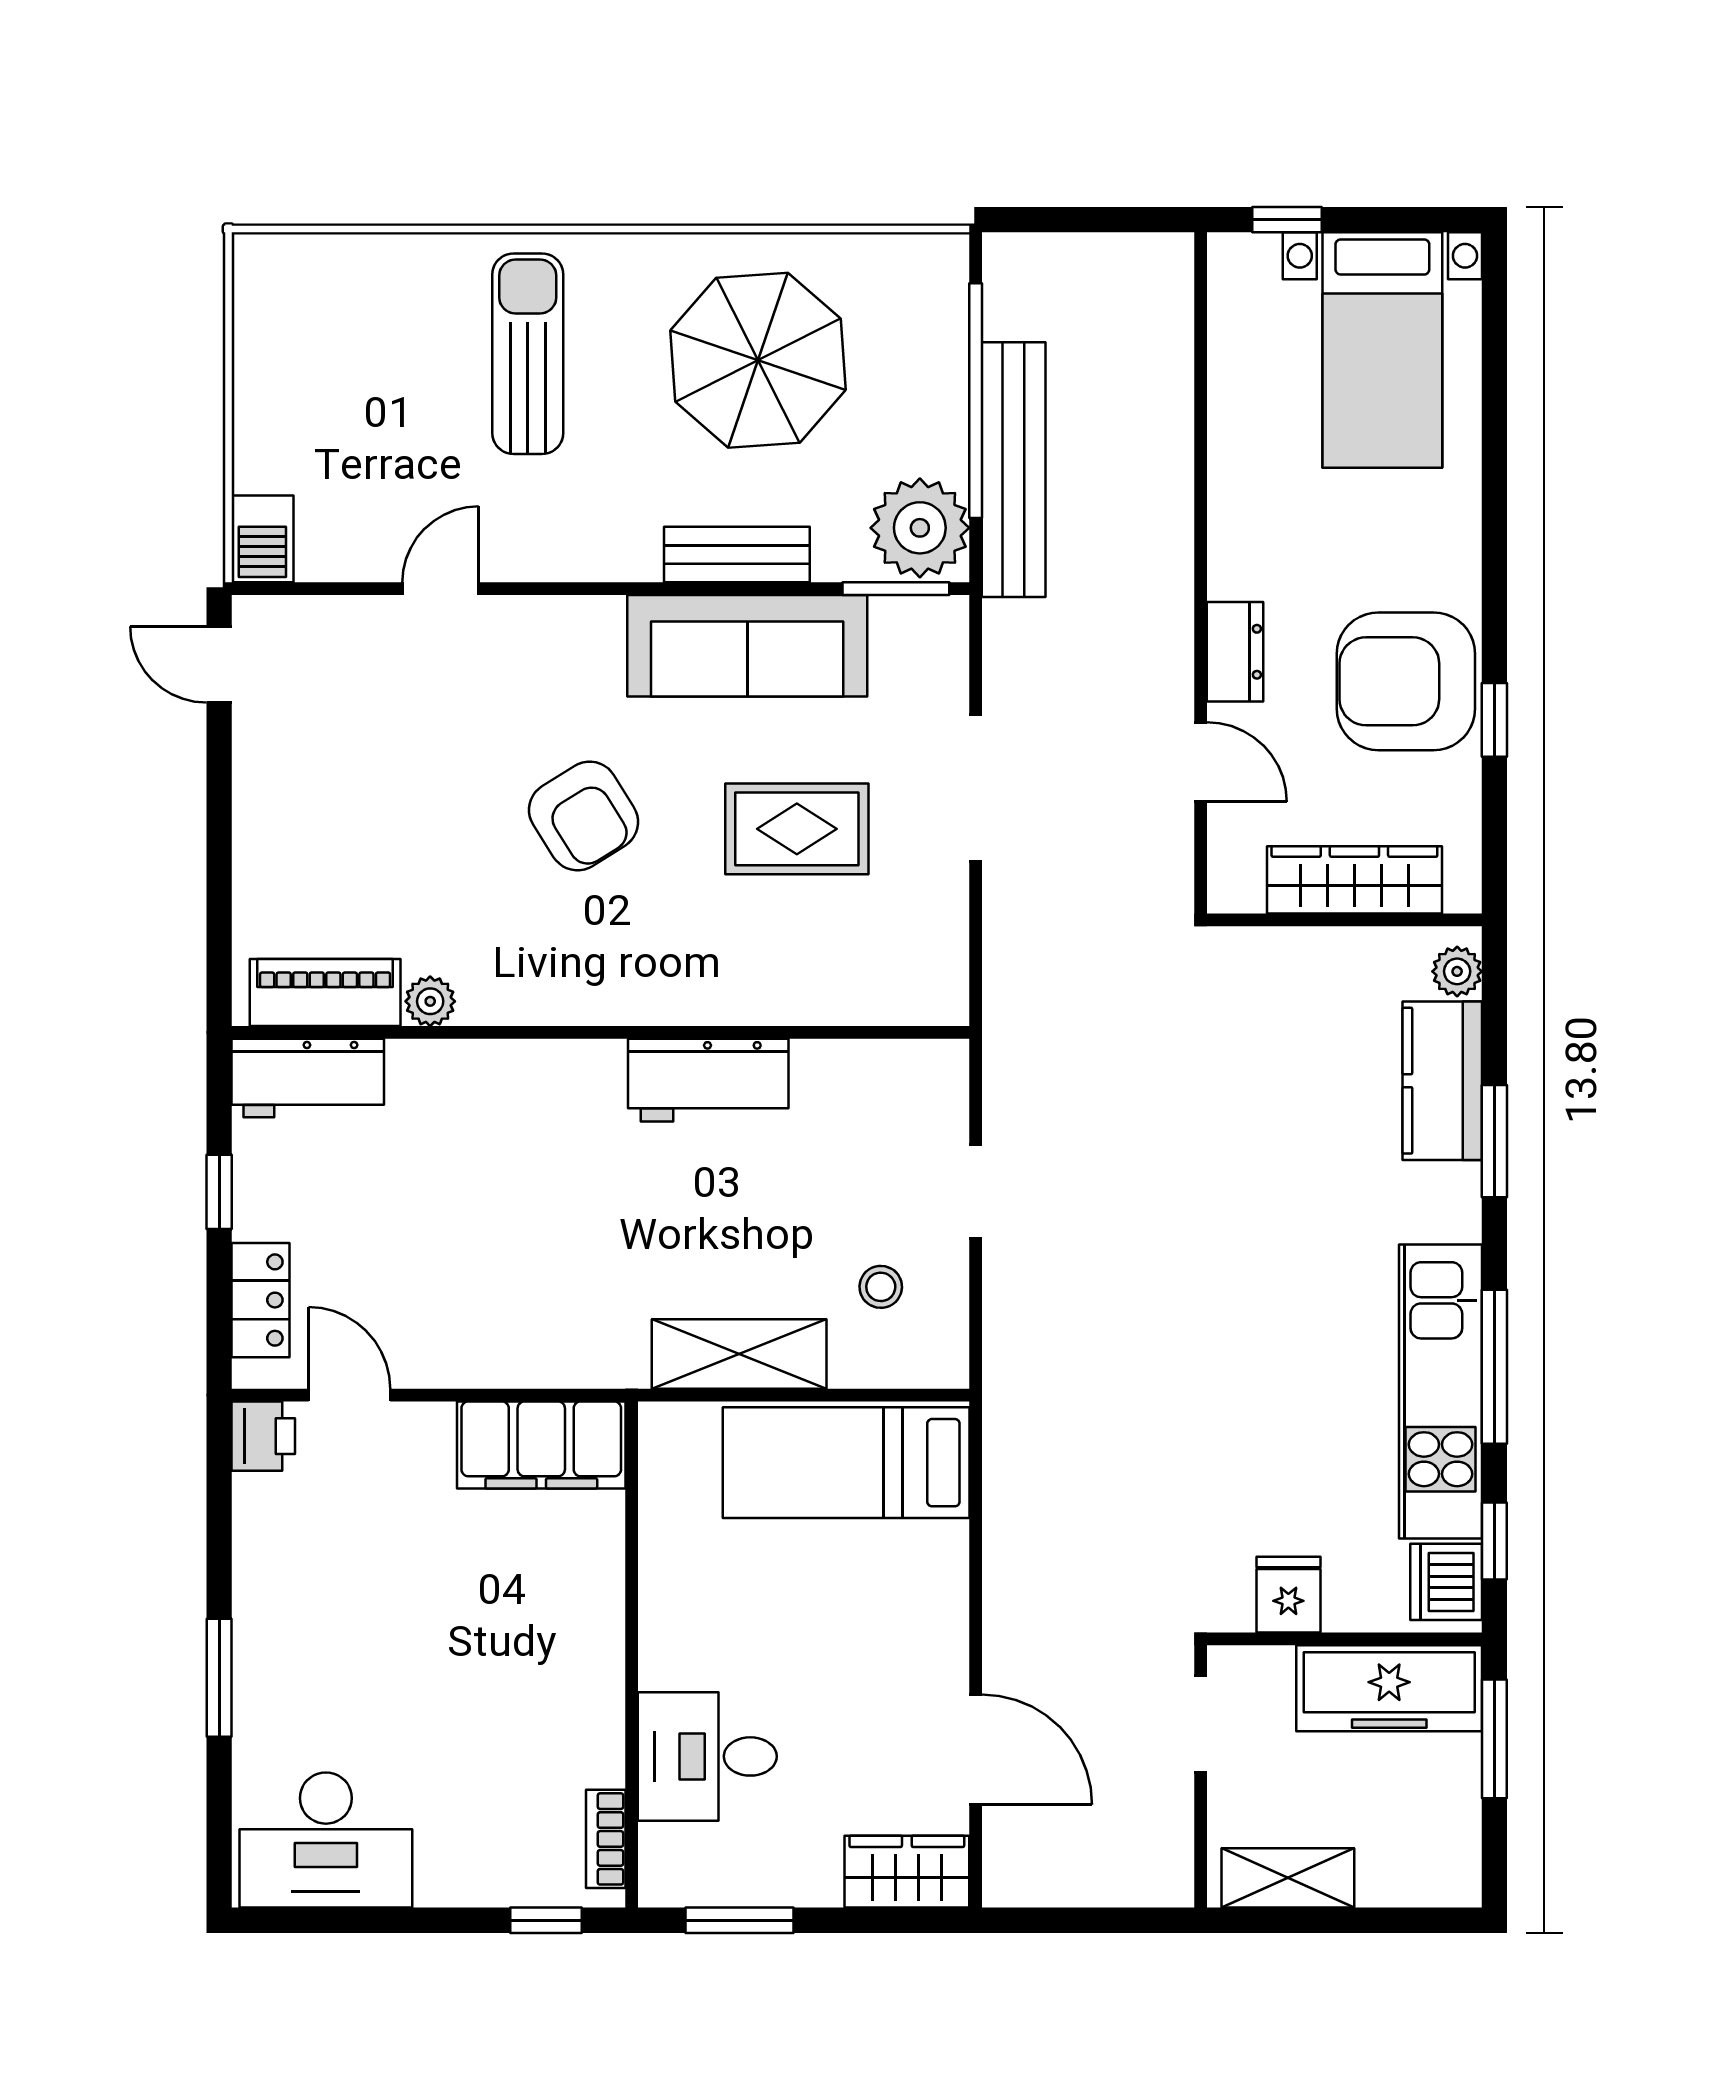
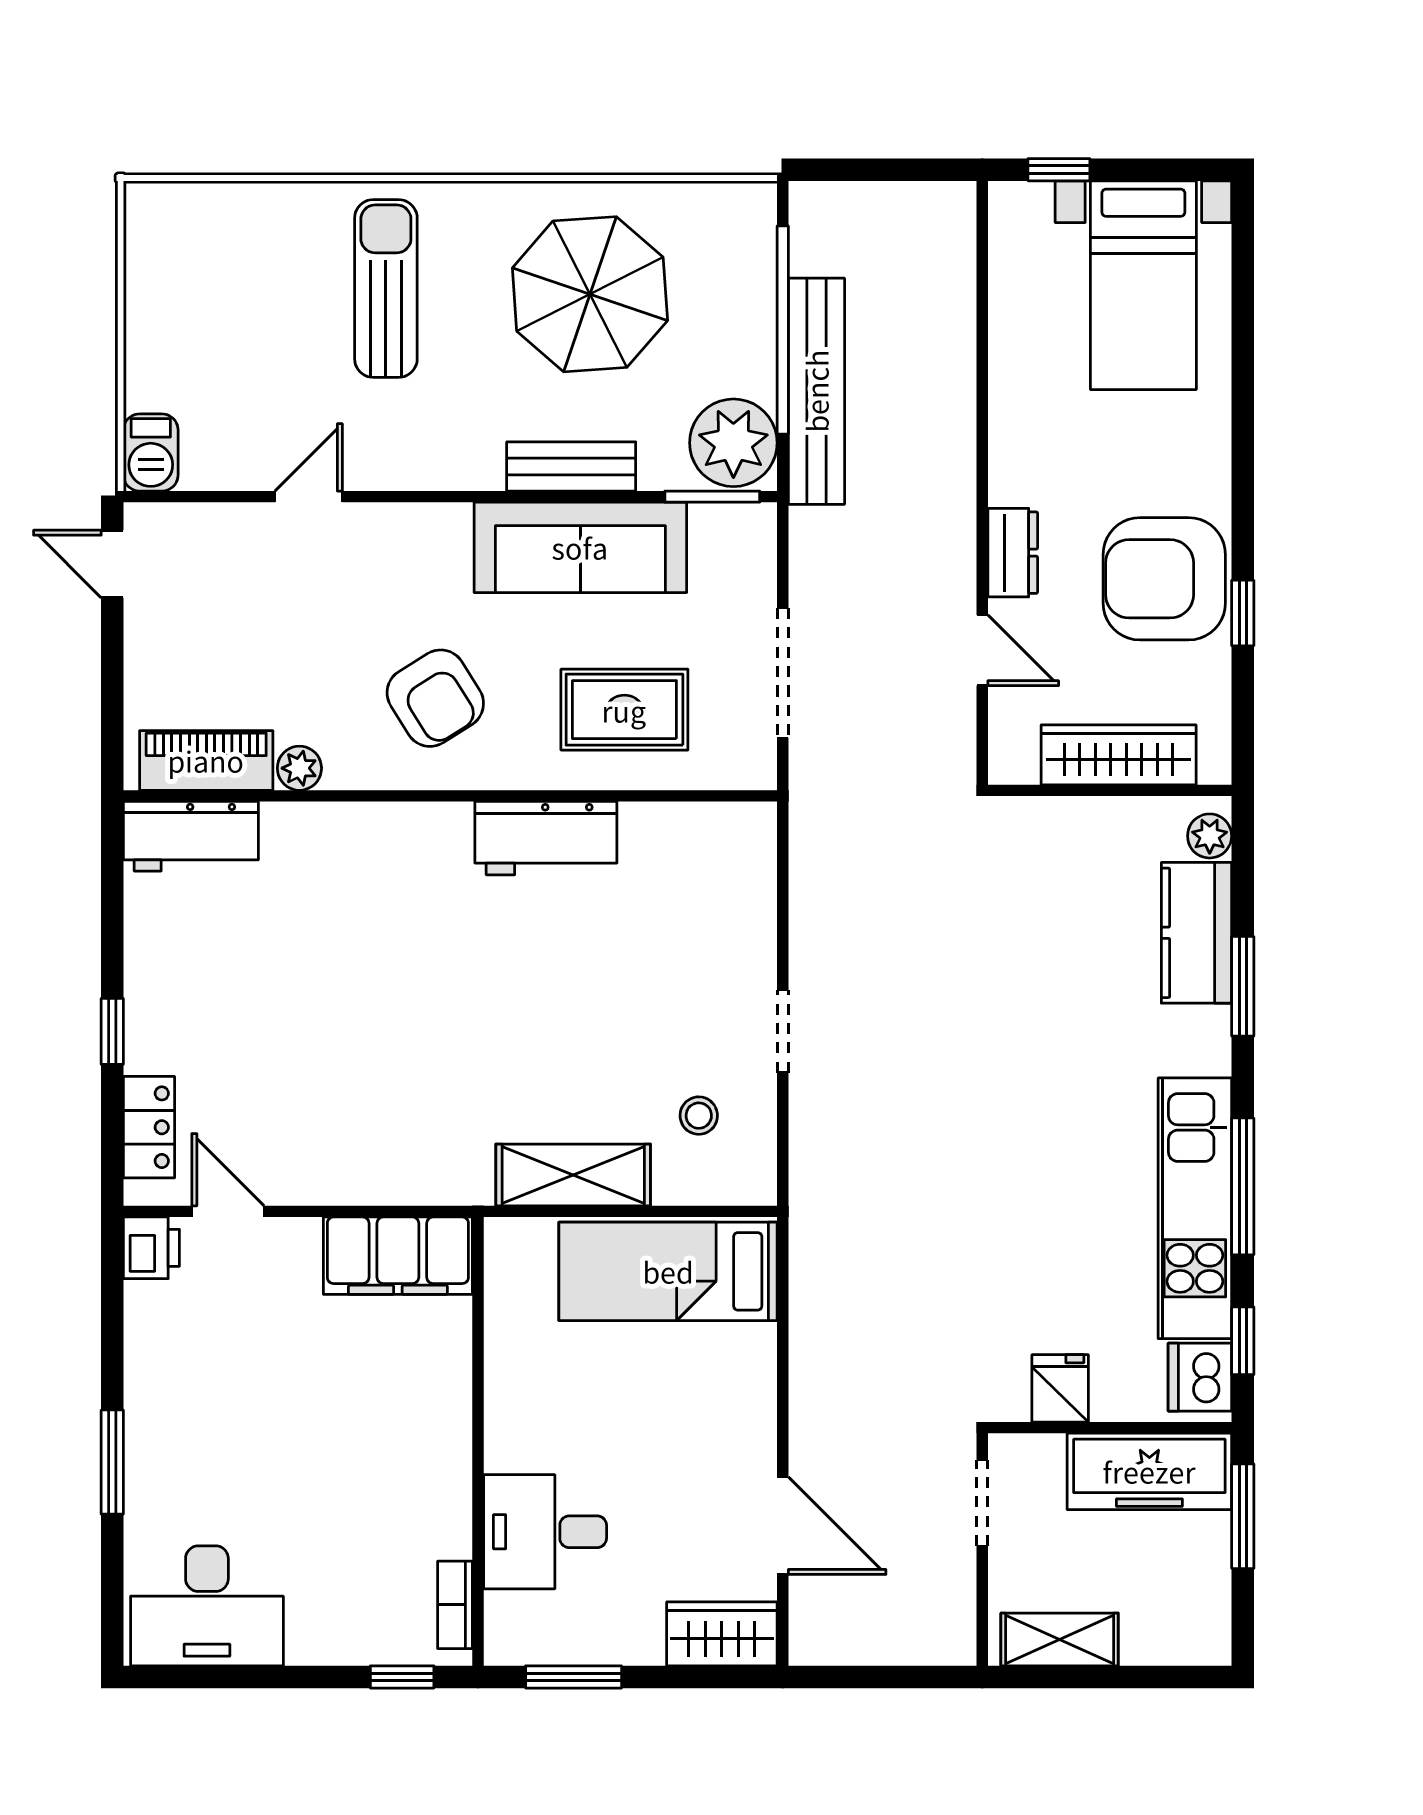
piano: (325, 993) -> (206, 760), moved
plant: (430, 1001) -> (299, 768), moved
wall: (600, 1032) -> (450, 796), moved
workbench: (308, 1078) -> (191, 836), moved
workbench: (708, 1080) -> (546, 838), moved

